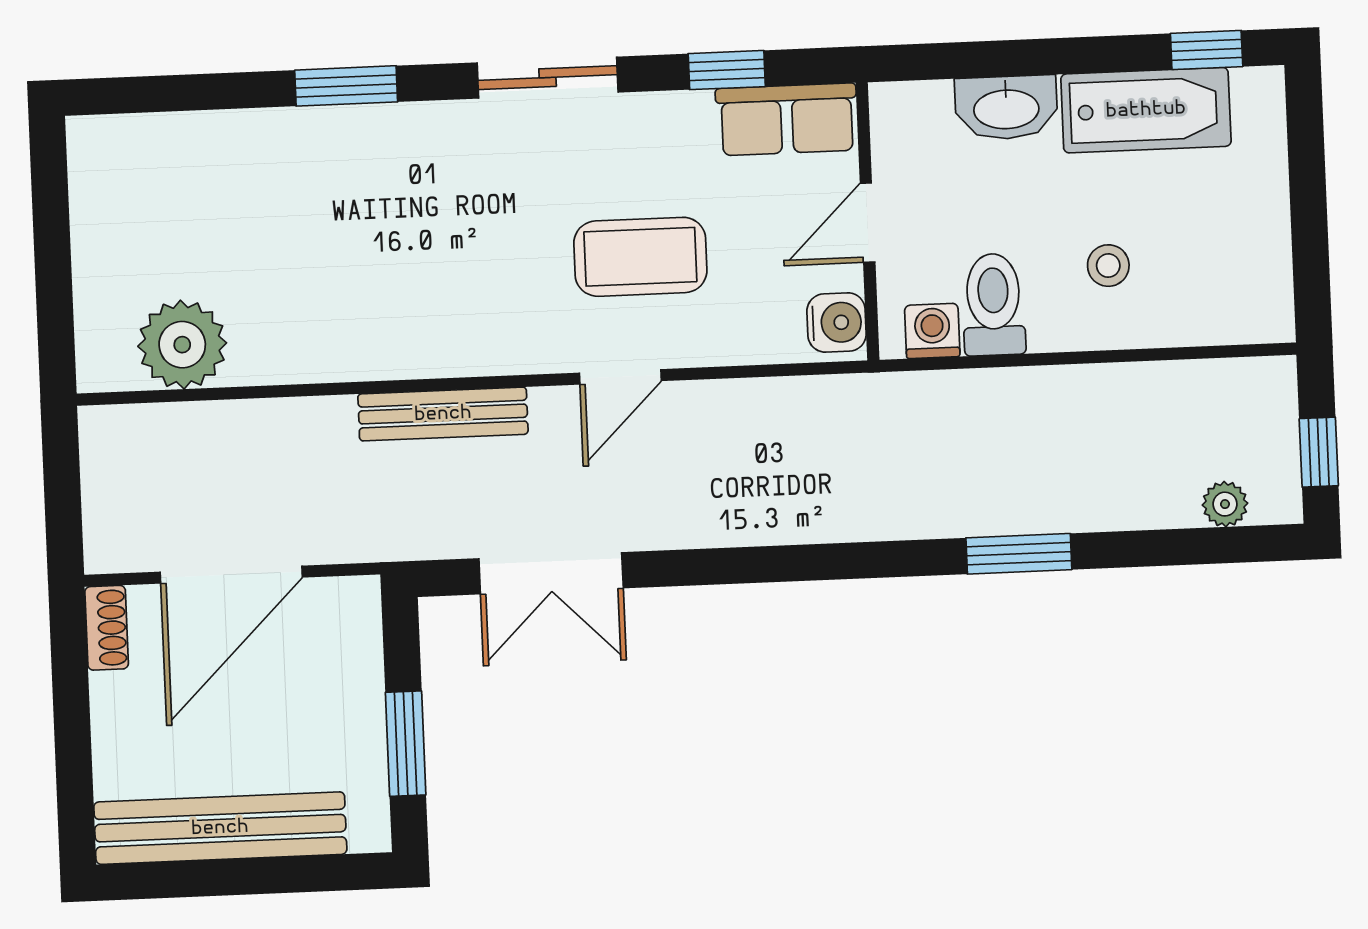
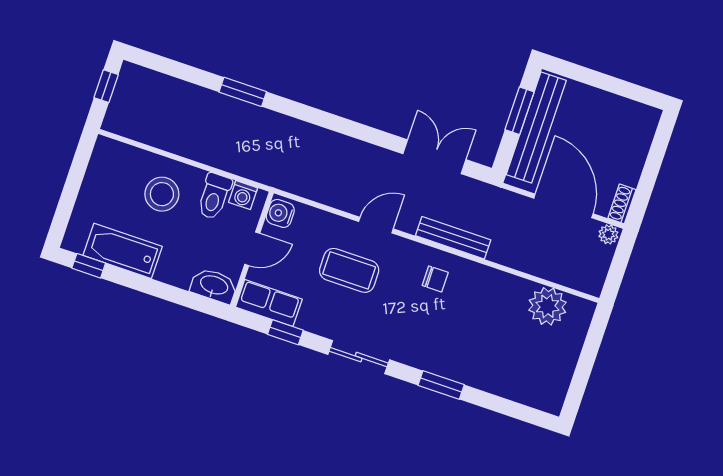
washbasin: (1006, 108) -> (214, 286), moved
stool: (1108, 266) -> (162, 194), width x1.89, depth x1.89
chair: (447, 310) -> (435, 279), added
plant: (1225, 504) -> (608, 234), moved
door: (231, 575) -> (563, 206), hinge flipped
bench: (220, 828) -> (536, 127), moved, turned 90

